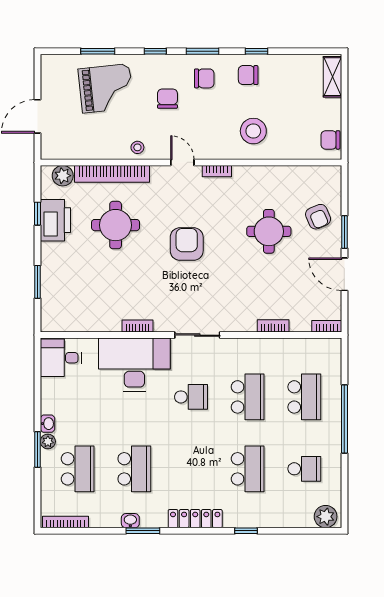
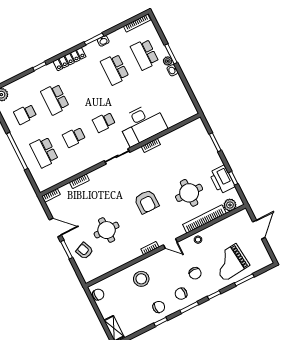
desk: (61, 358) -> (183, 108), removed
school desk: (248, 397) -> (74, 137), width x0.54

